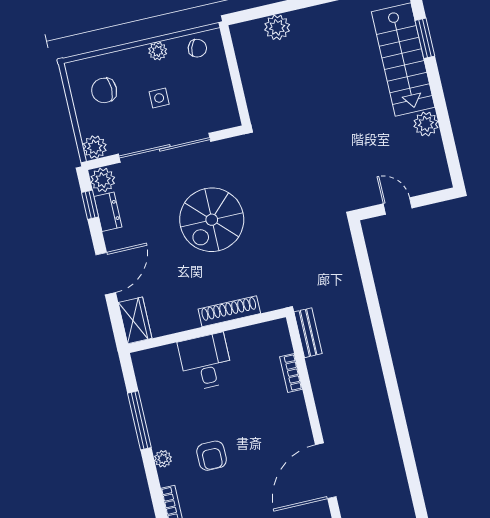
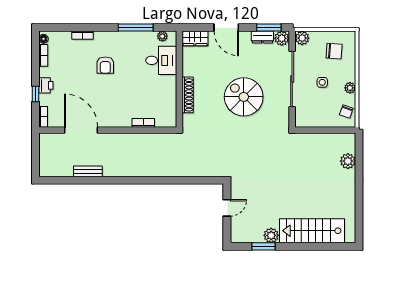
window: (425, 38) -> (264, 246), moved
chair: (104, 90) -> (334, 51), turned 94
window: (90, 205) -> (269, 27), width x1.50
bench: (308, 333) -> (88, 171), moved
desk: (206, 362) -> (161, 60), moved
armchair: (212, 456) -> (105, 65), turned -90
plant: (163, 459) -> (162, 36), moved

